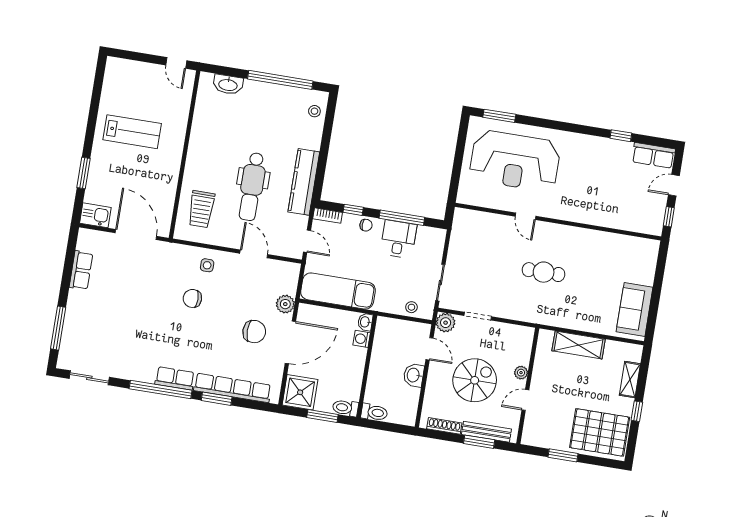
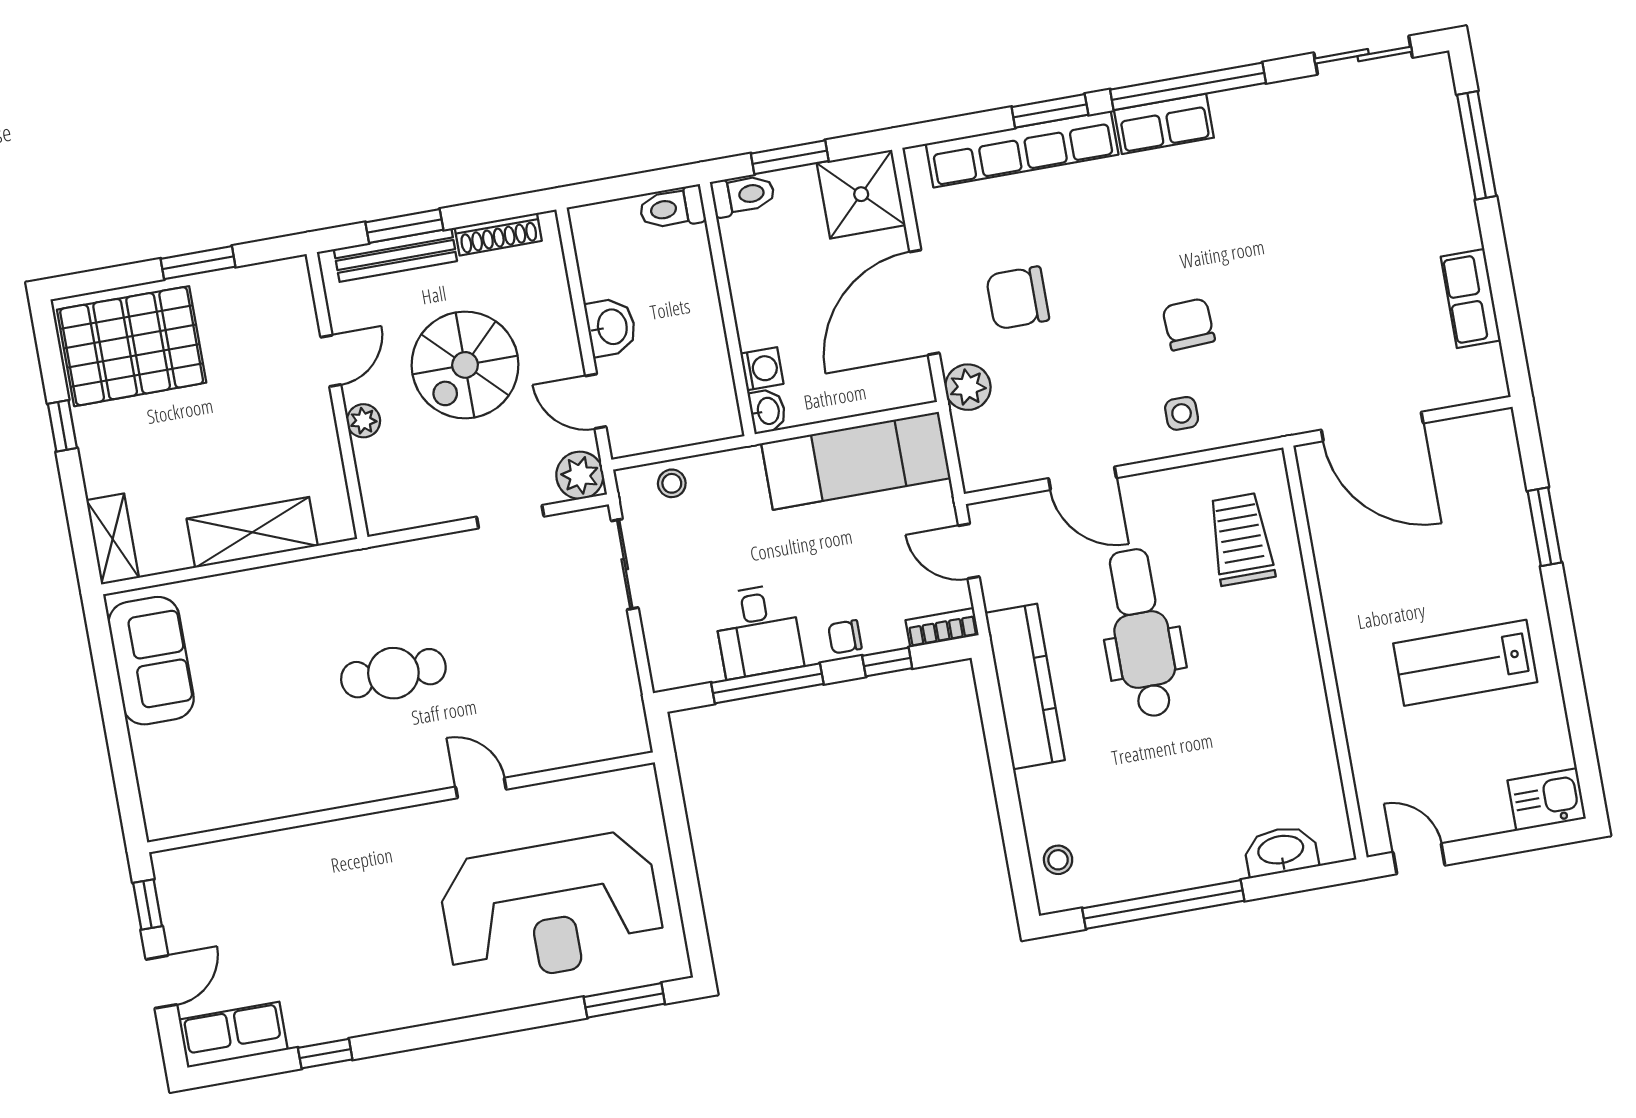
reception desk: (515, 161) -> (551, 908), turned 180
kitchen sink: (95, 215) -> (1547, 800), moved, turned 180
chair: (192, 298) -> (1189, 324), turned -93
shelving: (630, 380) -> (113, 539), moved

